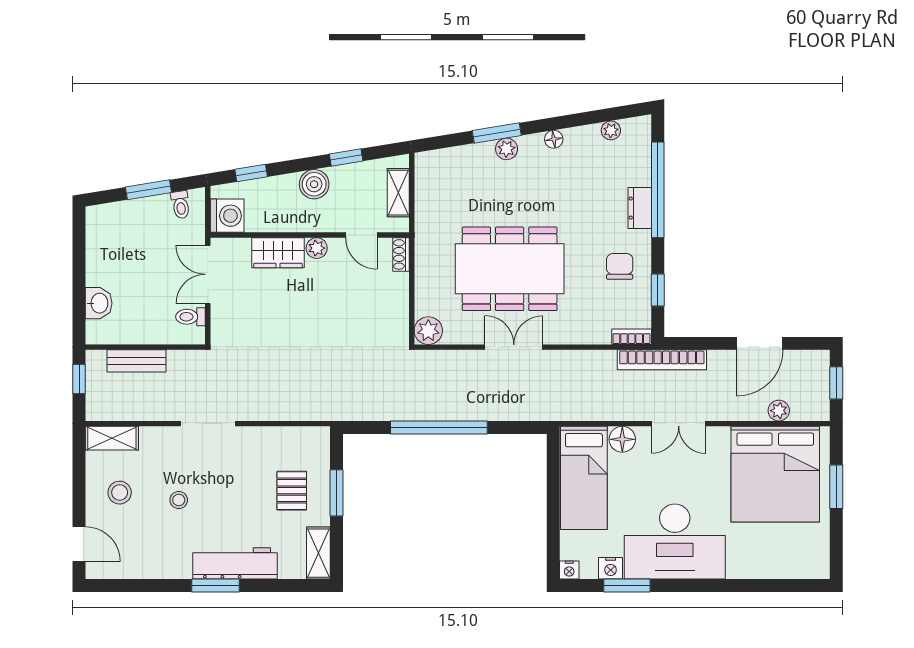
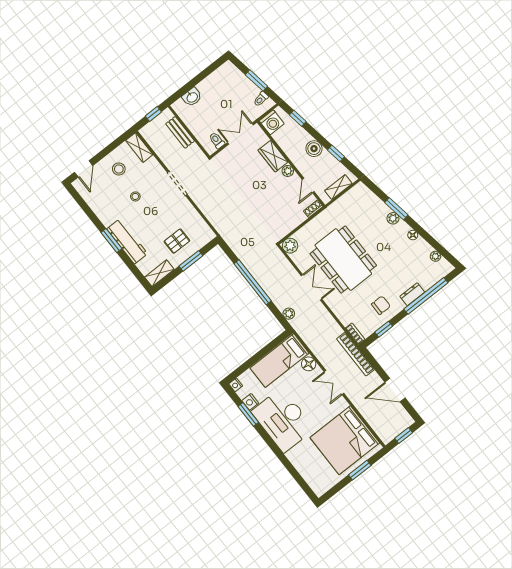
plant: (779, 411) -> (289, 314), moved

